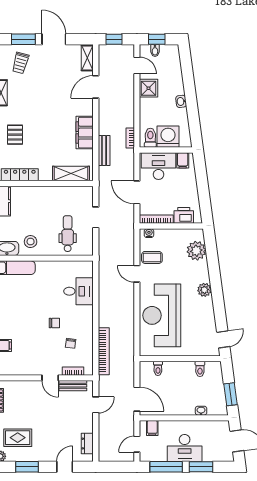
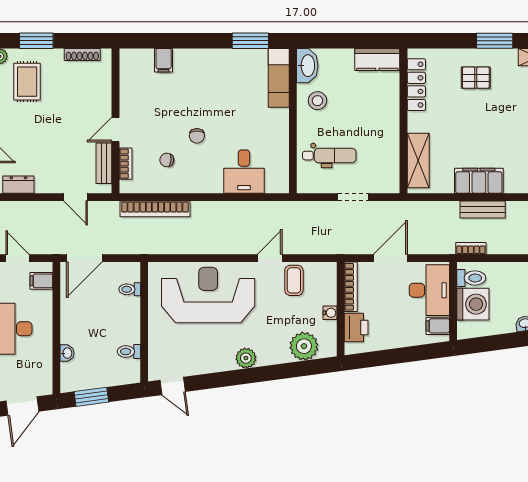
bench: (104, 151) -> (483, 209), moved
water cooler: (149, 233) -> (330, 313), moved

